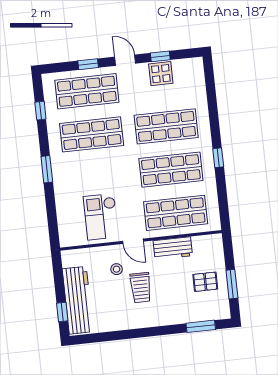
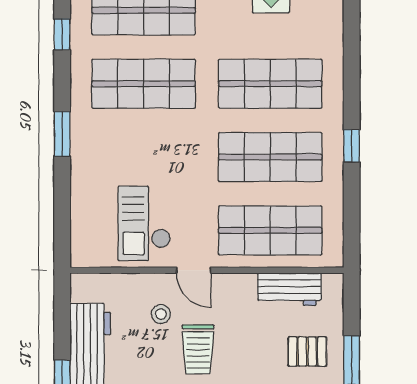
workbench: (173, 248) -> (289, 289), moved

